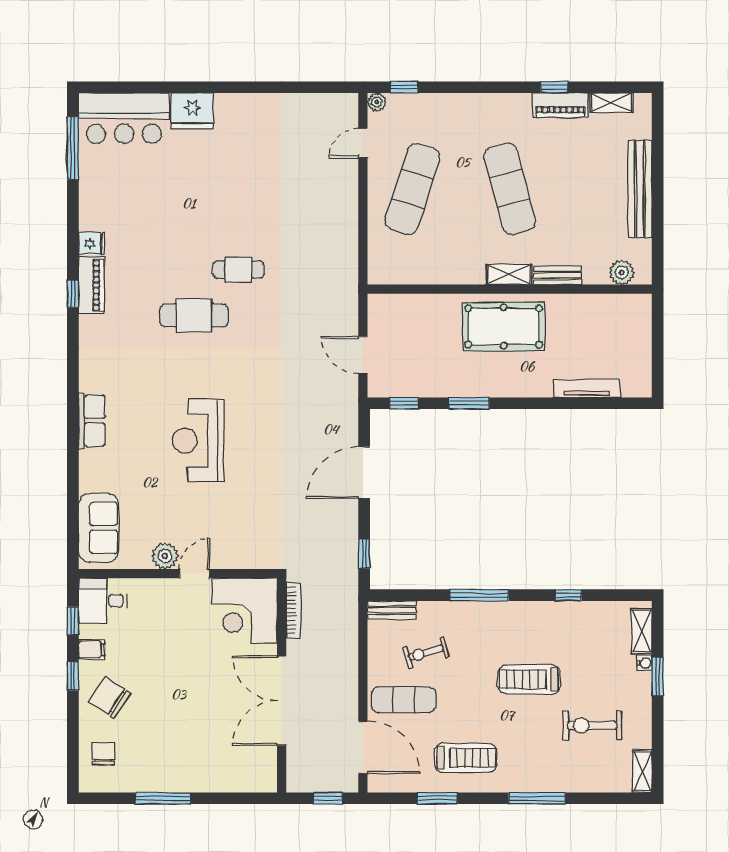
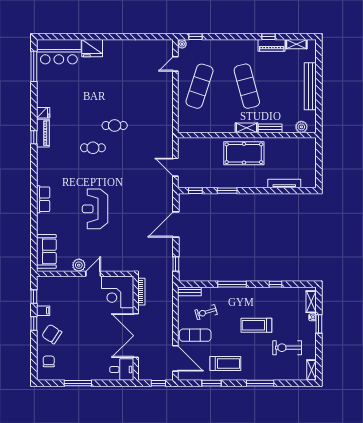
cafe table: (194, 315) -> (93, 148), width x0.73, depth x0.74
desk: (103, 601) -> (122, 370), moved, turned 180

